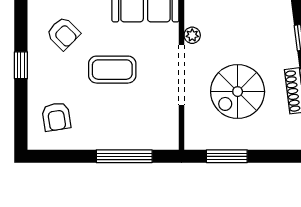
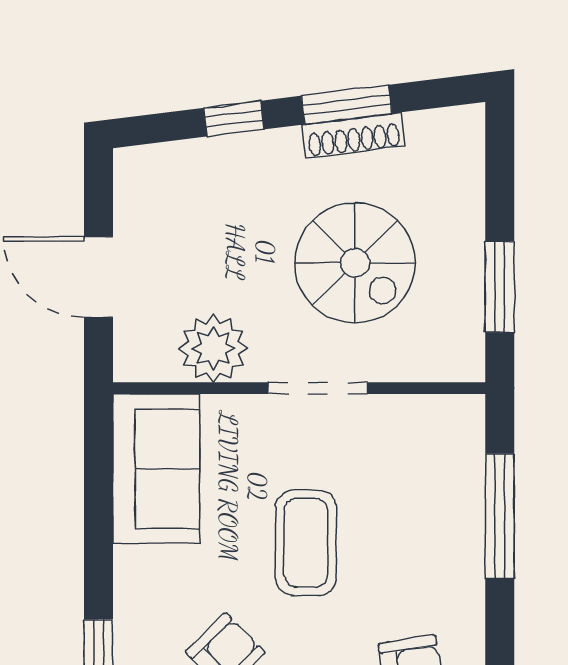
plant: (192, 35) -> (213, 348), width x1.87, depth x1.87
doorway: (182, 75) -> (318, 388), width x0.73

